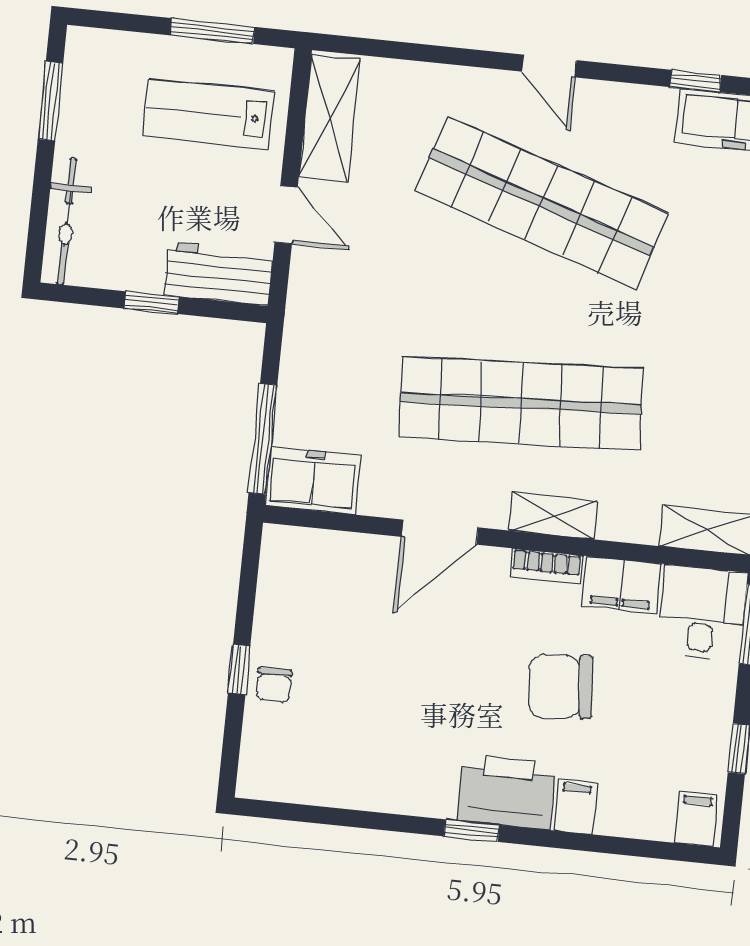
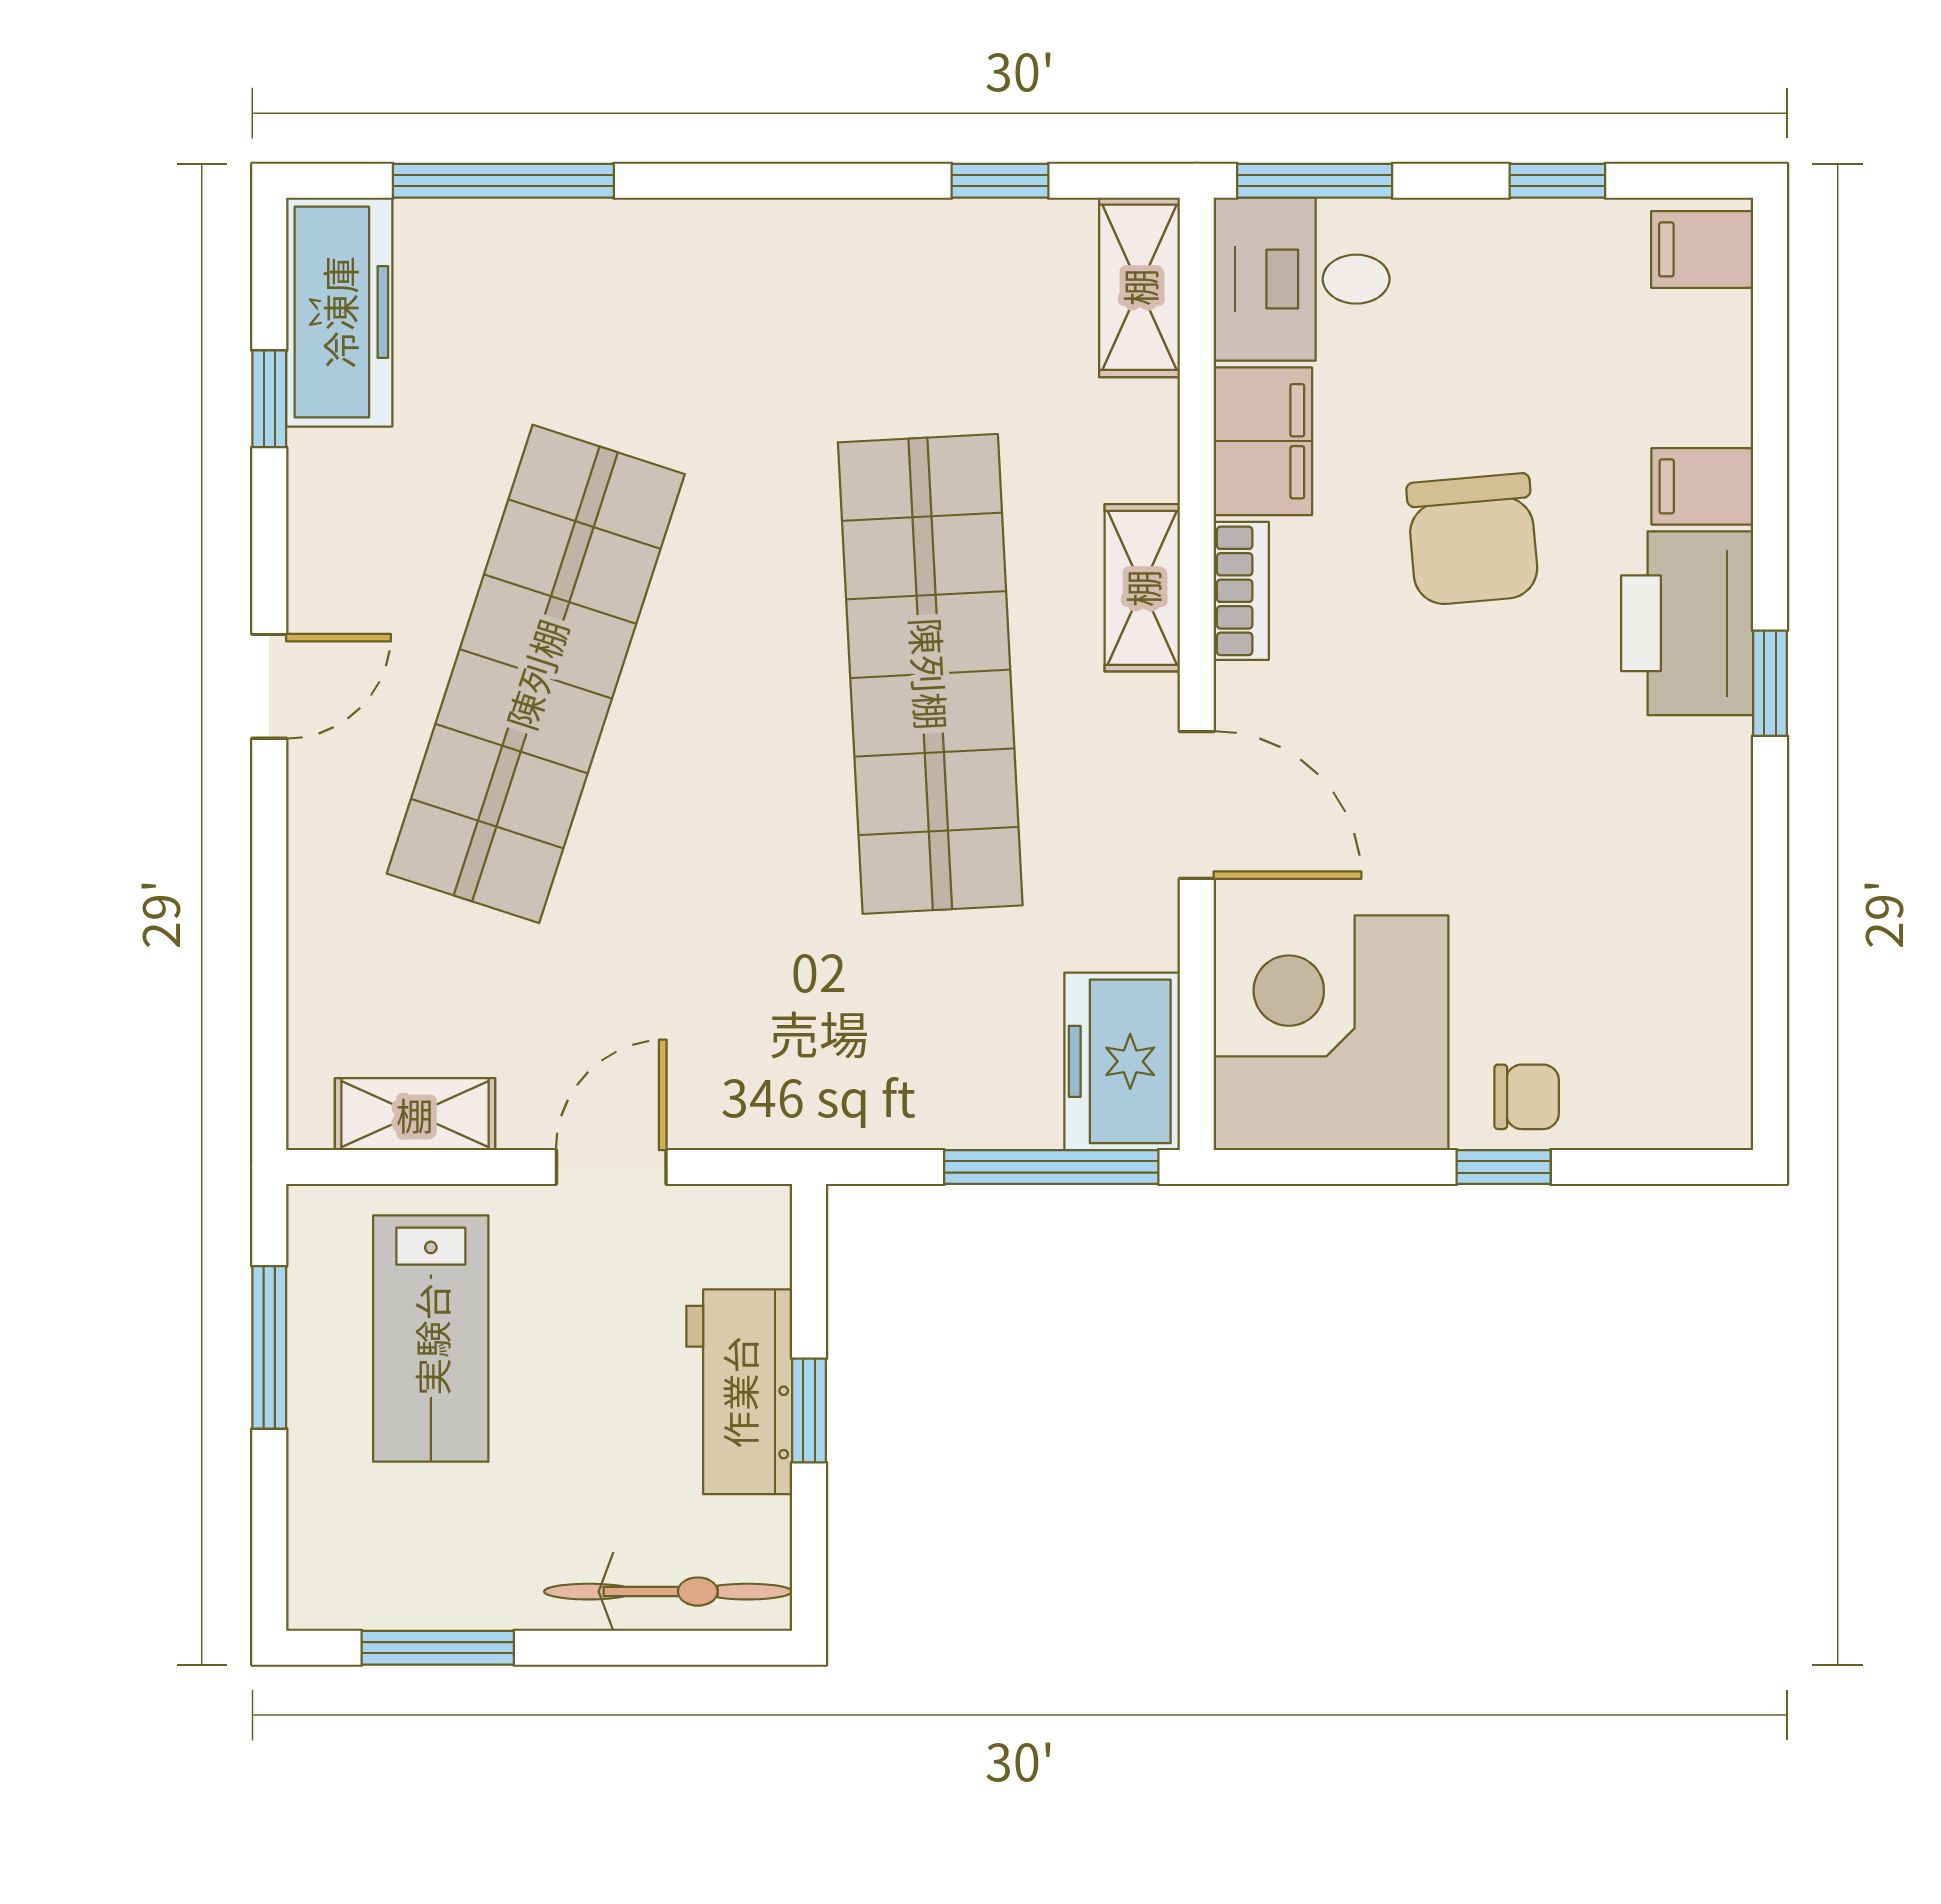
shelving: (330, 118) -> (415, 1114), width x0.67, depth x0.75
workbench: (219, 274) -> (739, 1392), moved
corner desk: (317, 589) -> (1331, 1033), added

